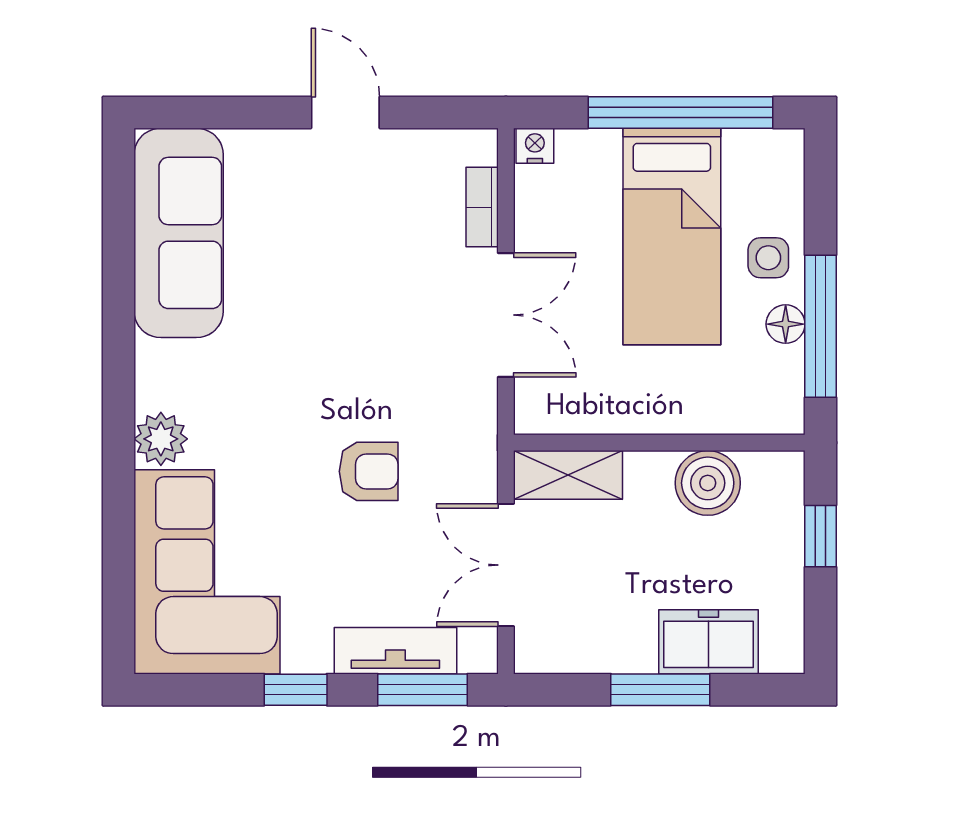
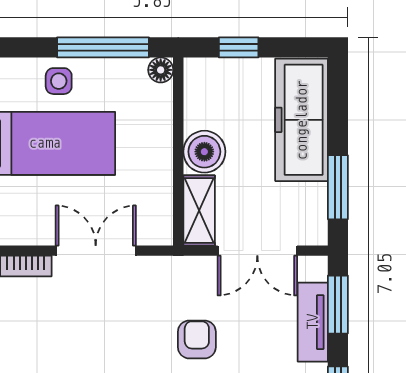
floor lamp: (786, 324) -> (161, 70), moved
boiler: (708, 483) -> (204, 152), moved
freezer: (708, 642) -> (302, 120), width x1.91, depth x1.26
window: (660, 690) -> (338, 187), moved

